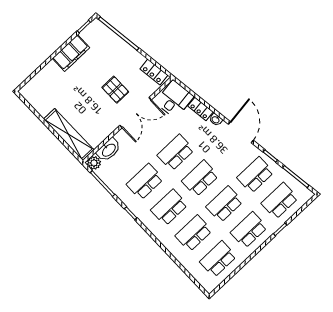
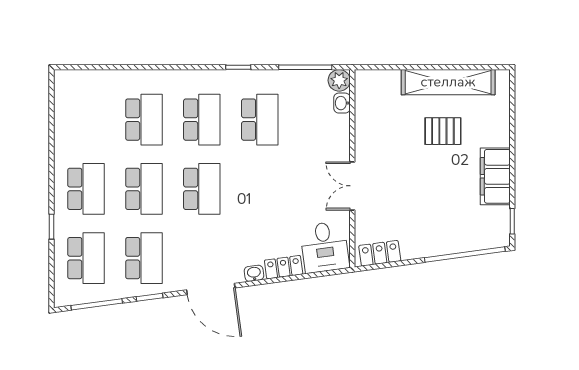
pallet: (115, 90) -> (443, 131), moved
double door: (136, 113) -> (352, 186), width x0.73
shelving: (69, 135) -> (448, 82), moved
washbasin: (109, 150) -> (342, 103), width x0.52, depth x0.69
school desk: (176, 153) -> (260, 189), removed
school desk: (218, 259) -> (86, 120), removed

